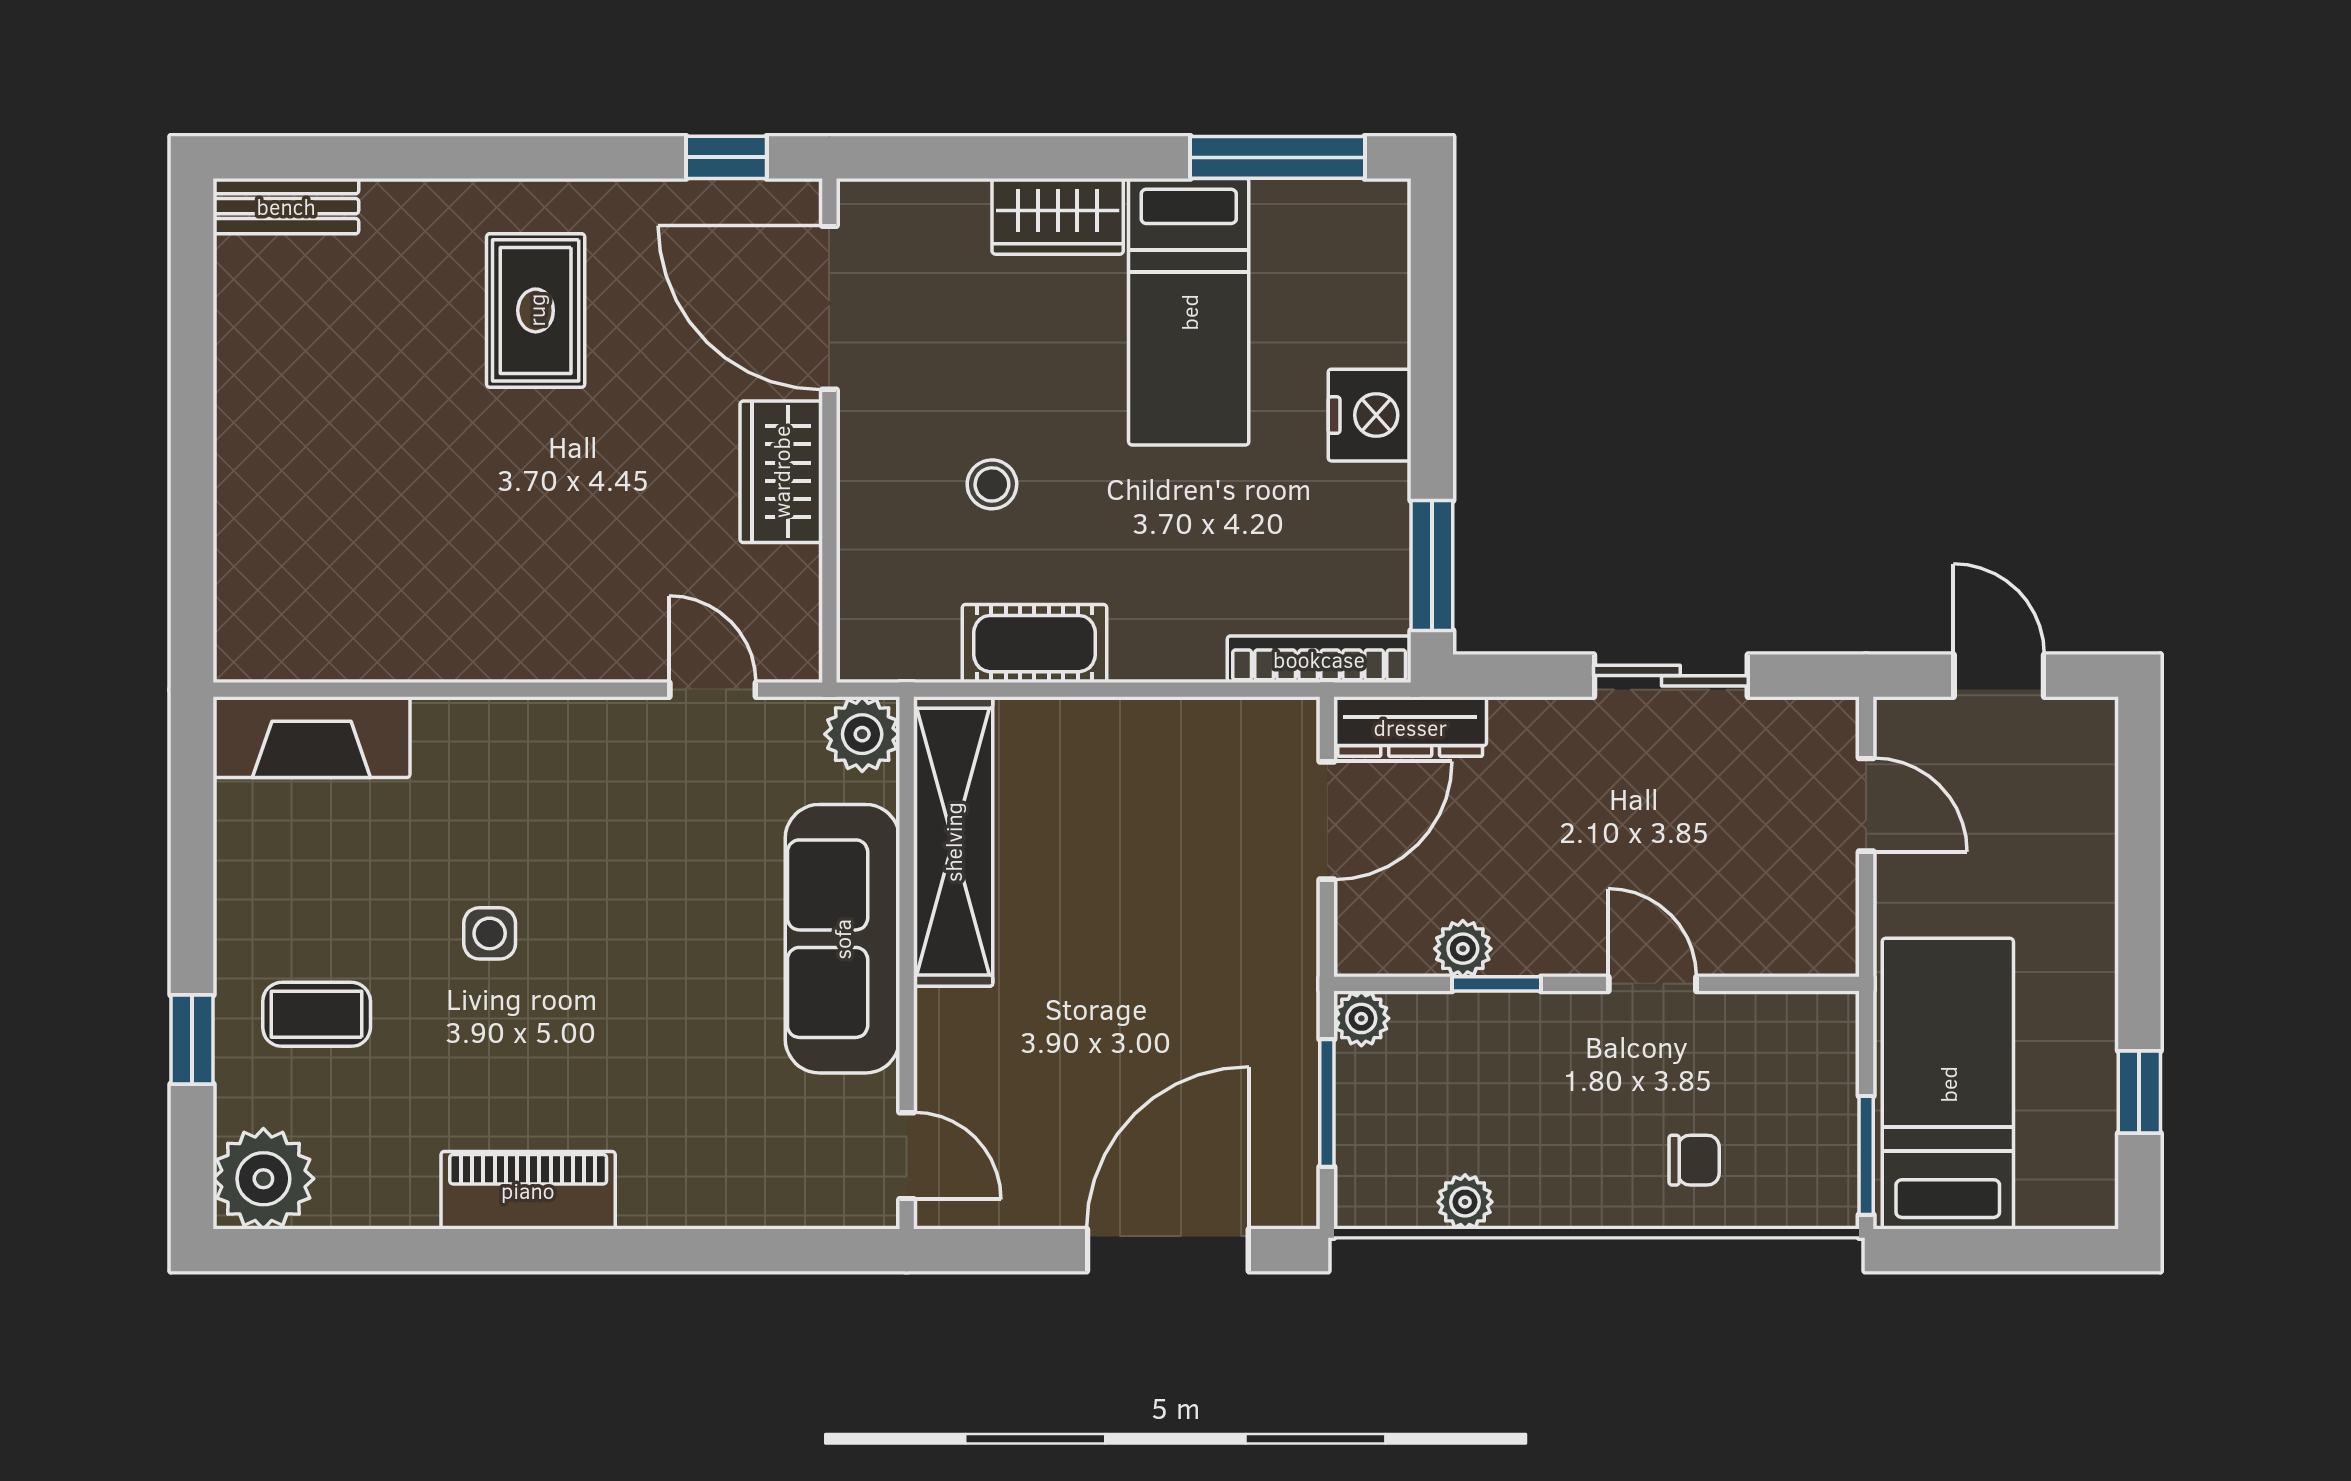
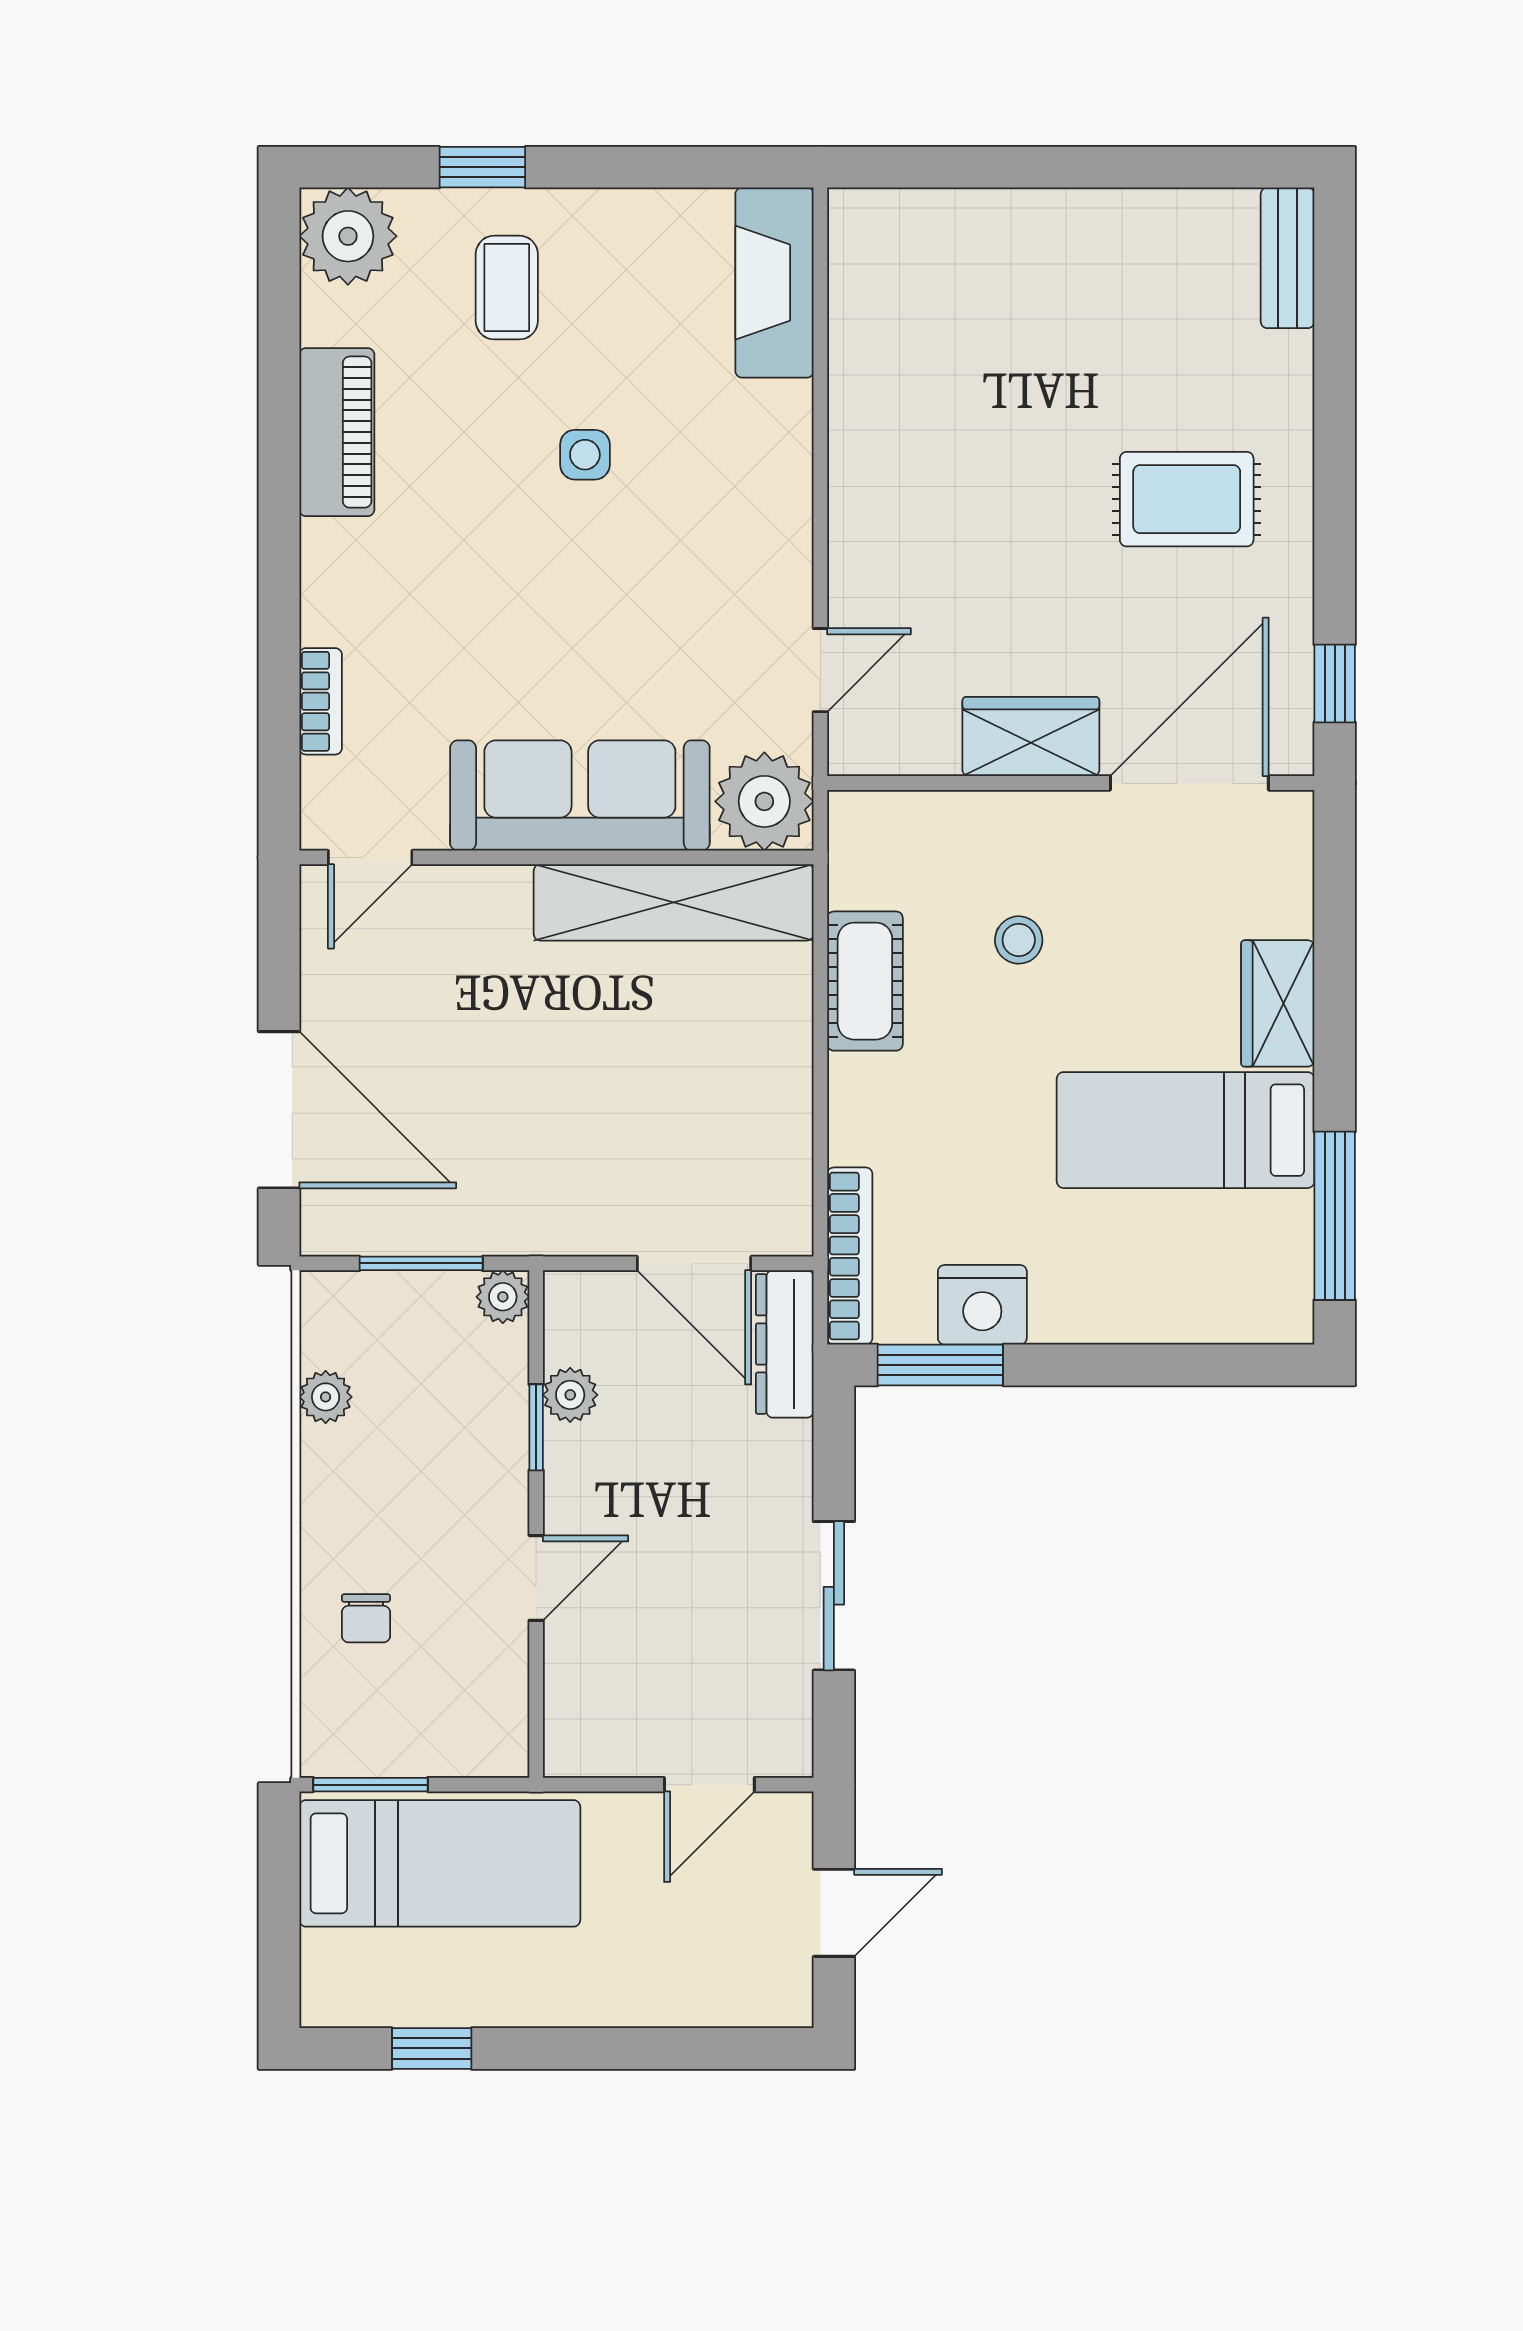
nightstand: (1370, 415) -> (982, 1305), moved
plant: (862, 734) -> (764, 801), width x1.36, depth x1.36
piano: (528, 1190) -> (337, 432), moved
bookcase: (745, 1207) -> (321, 701), added

